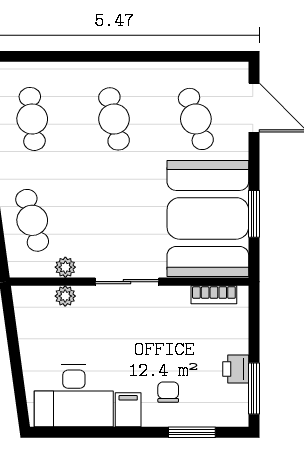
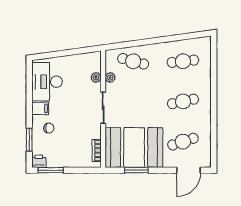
cafe table: (32, 220) -> (133, 61), turned 30
printer: (236, 369) -> (39, 161), moved

